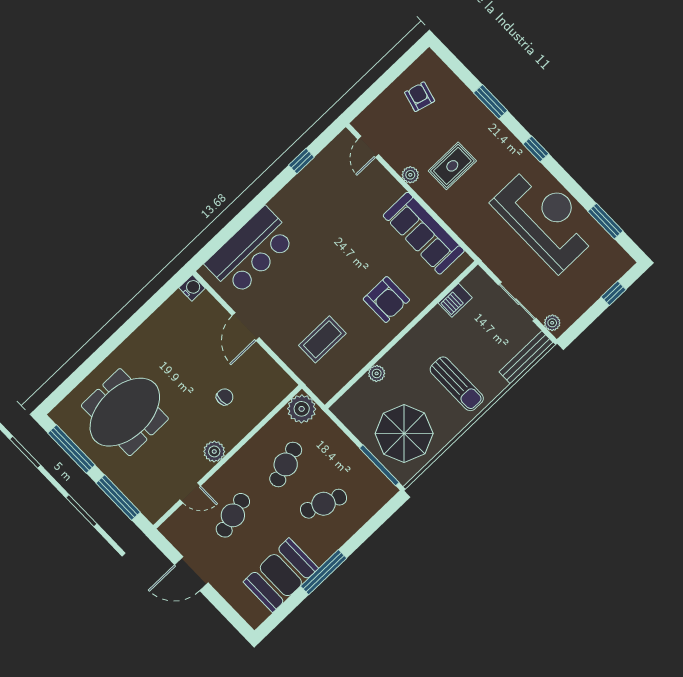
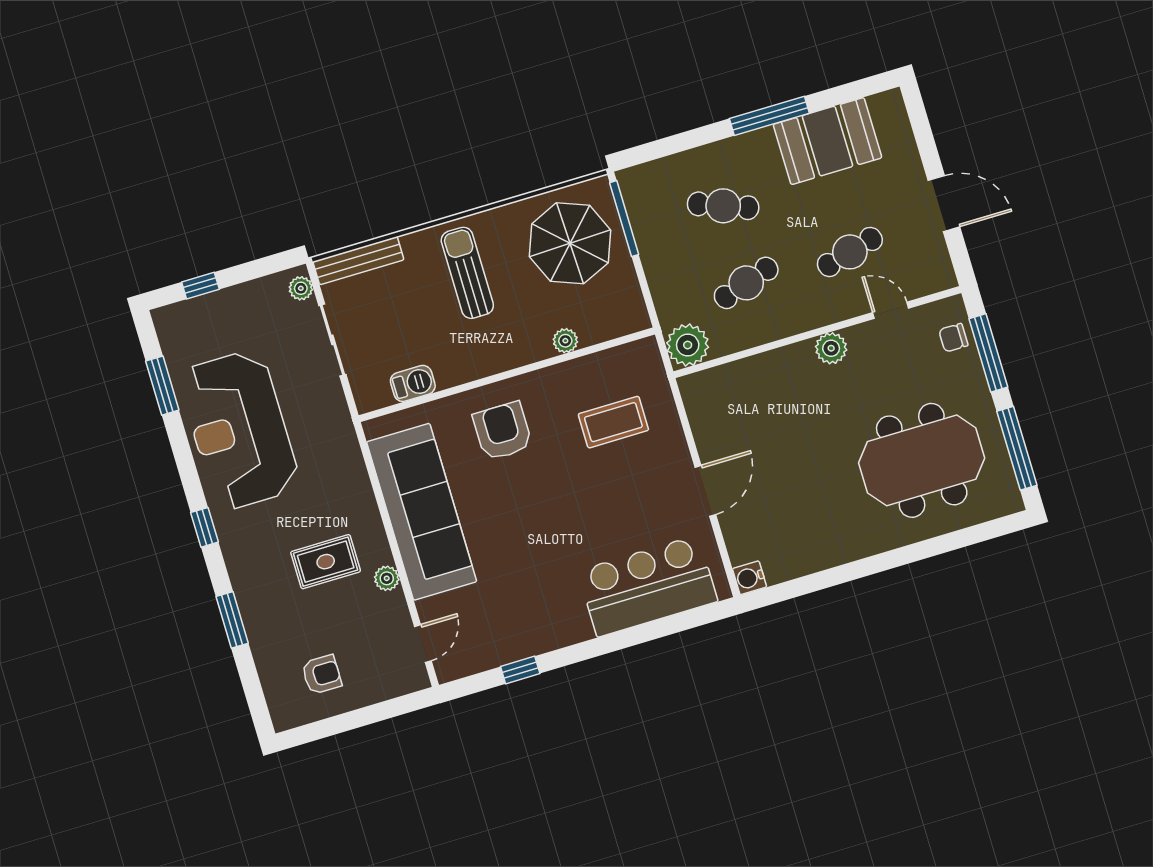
armchair: (420, 97) -> (322, 675), turned -105
sofa: (424, 233) -> (422, 512), width x1.36, depth x1.27
chair: (225, 397) -> (953, 338), moved

